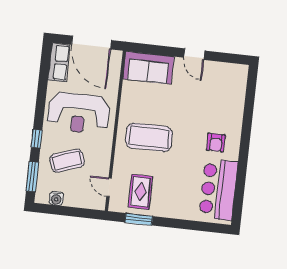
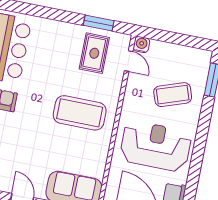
window: (37, 139) -> (204, 122), removed
water cooler: (56, 198) -> (141, 45), moved

